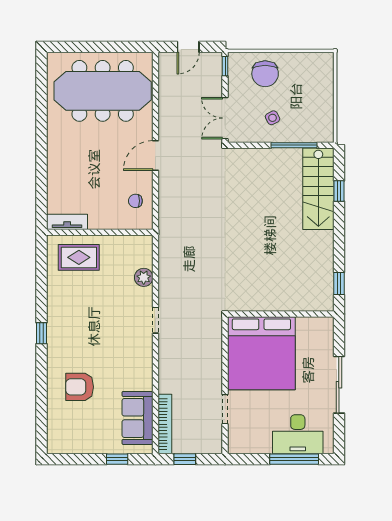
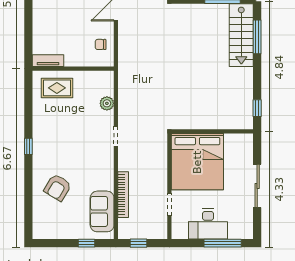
window: (339, 191) -> (257, 37), width x2.17
armchair: (80, 387) -> (58, 188), turned -59
bookcase: (165, 424) -> (123, 195), moved
desk: (298, 434) -> (208, 224), moved

